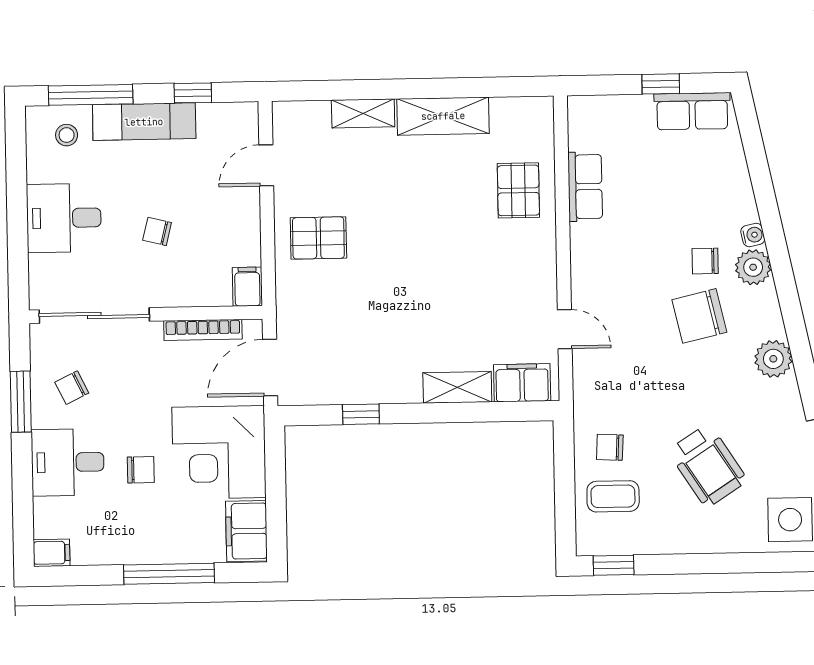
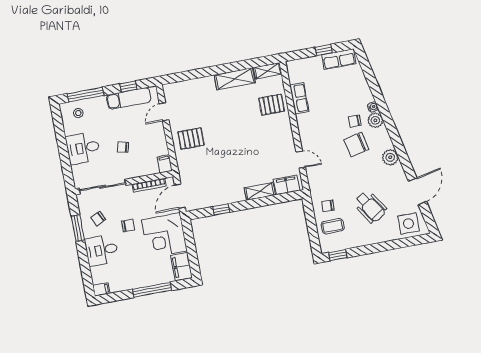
shelving: (363, 113) -> (268, 71), moved
exam couch: (144, 122) -> (129, 98), moved
pallet: (518, 190) -> (272, 105), turned 90
chair: (141, 470) -> (128, 225), moved

